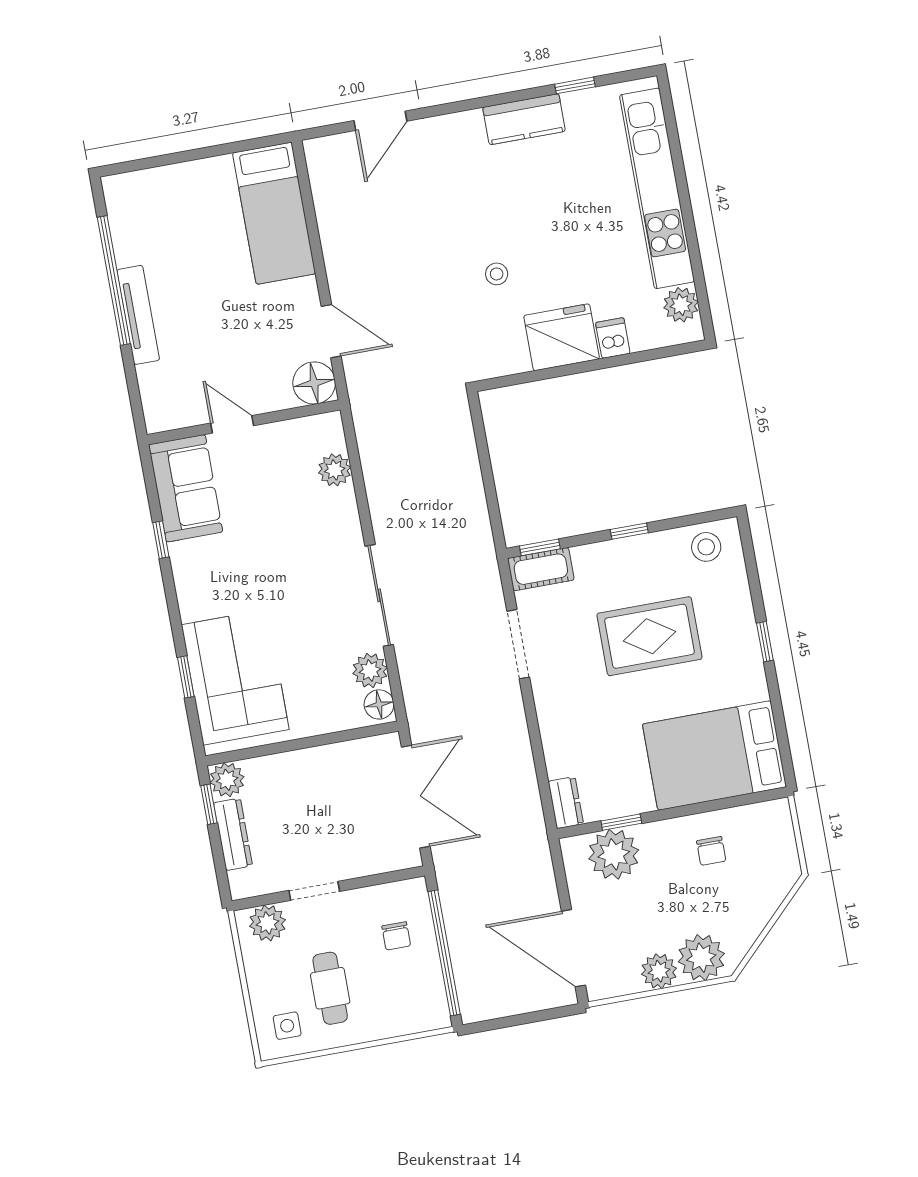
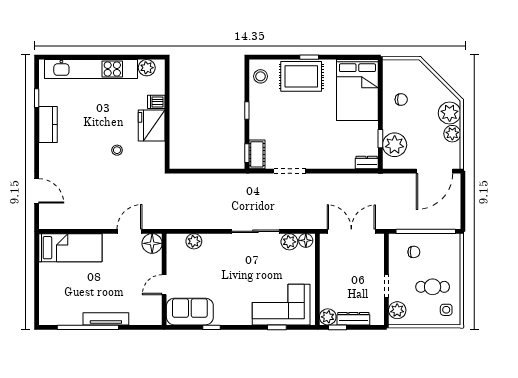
rug: (649, 636) -> (301, 76), moved, turned 90

